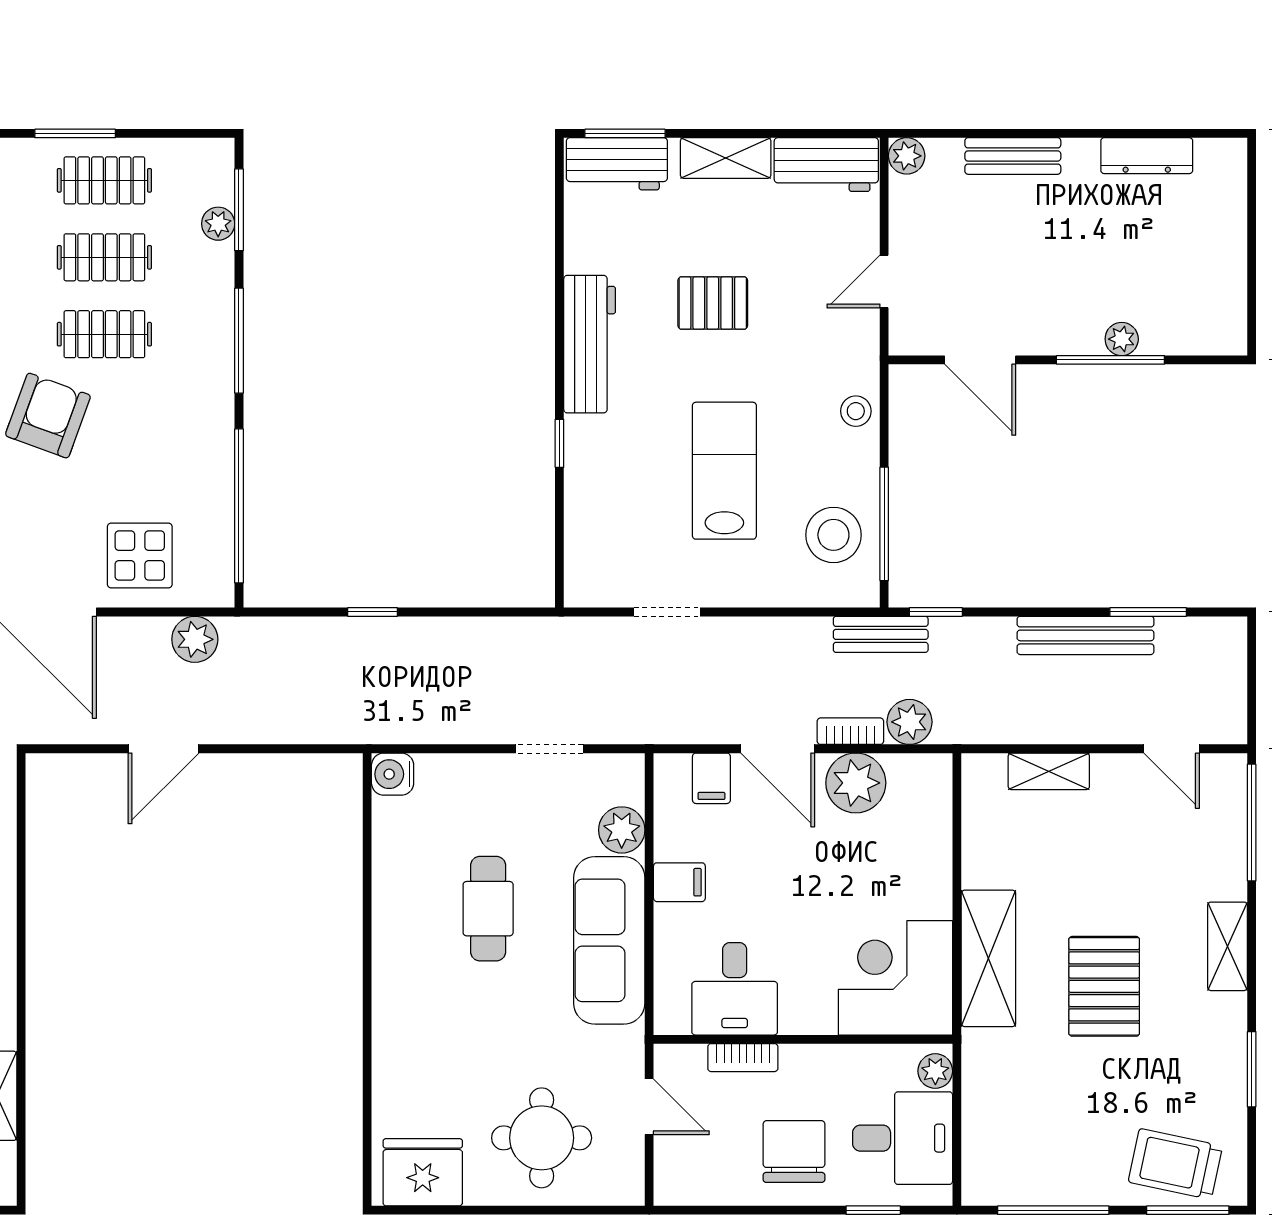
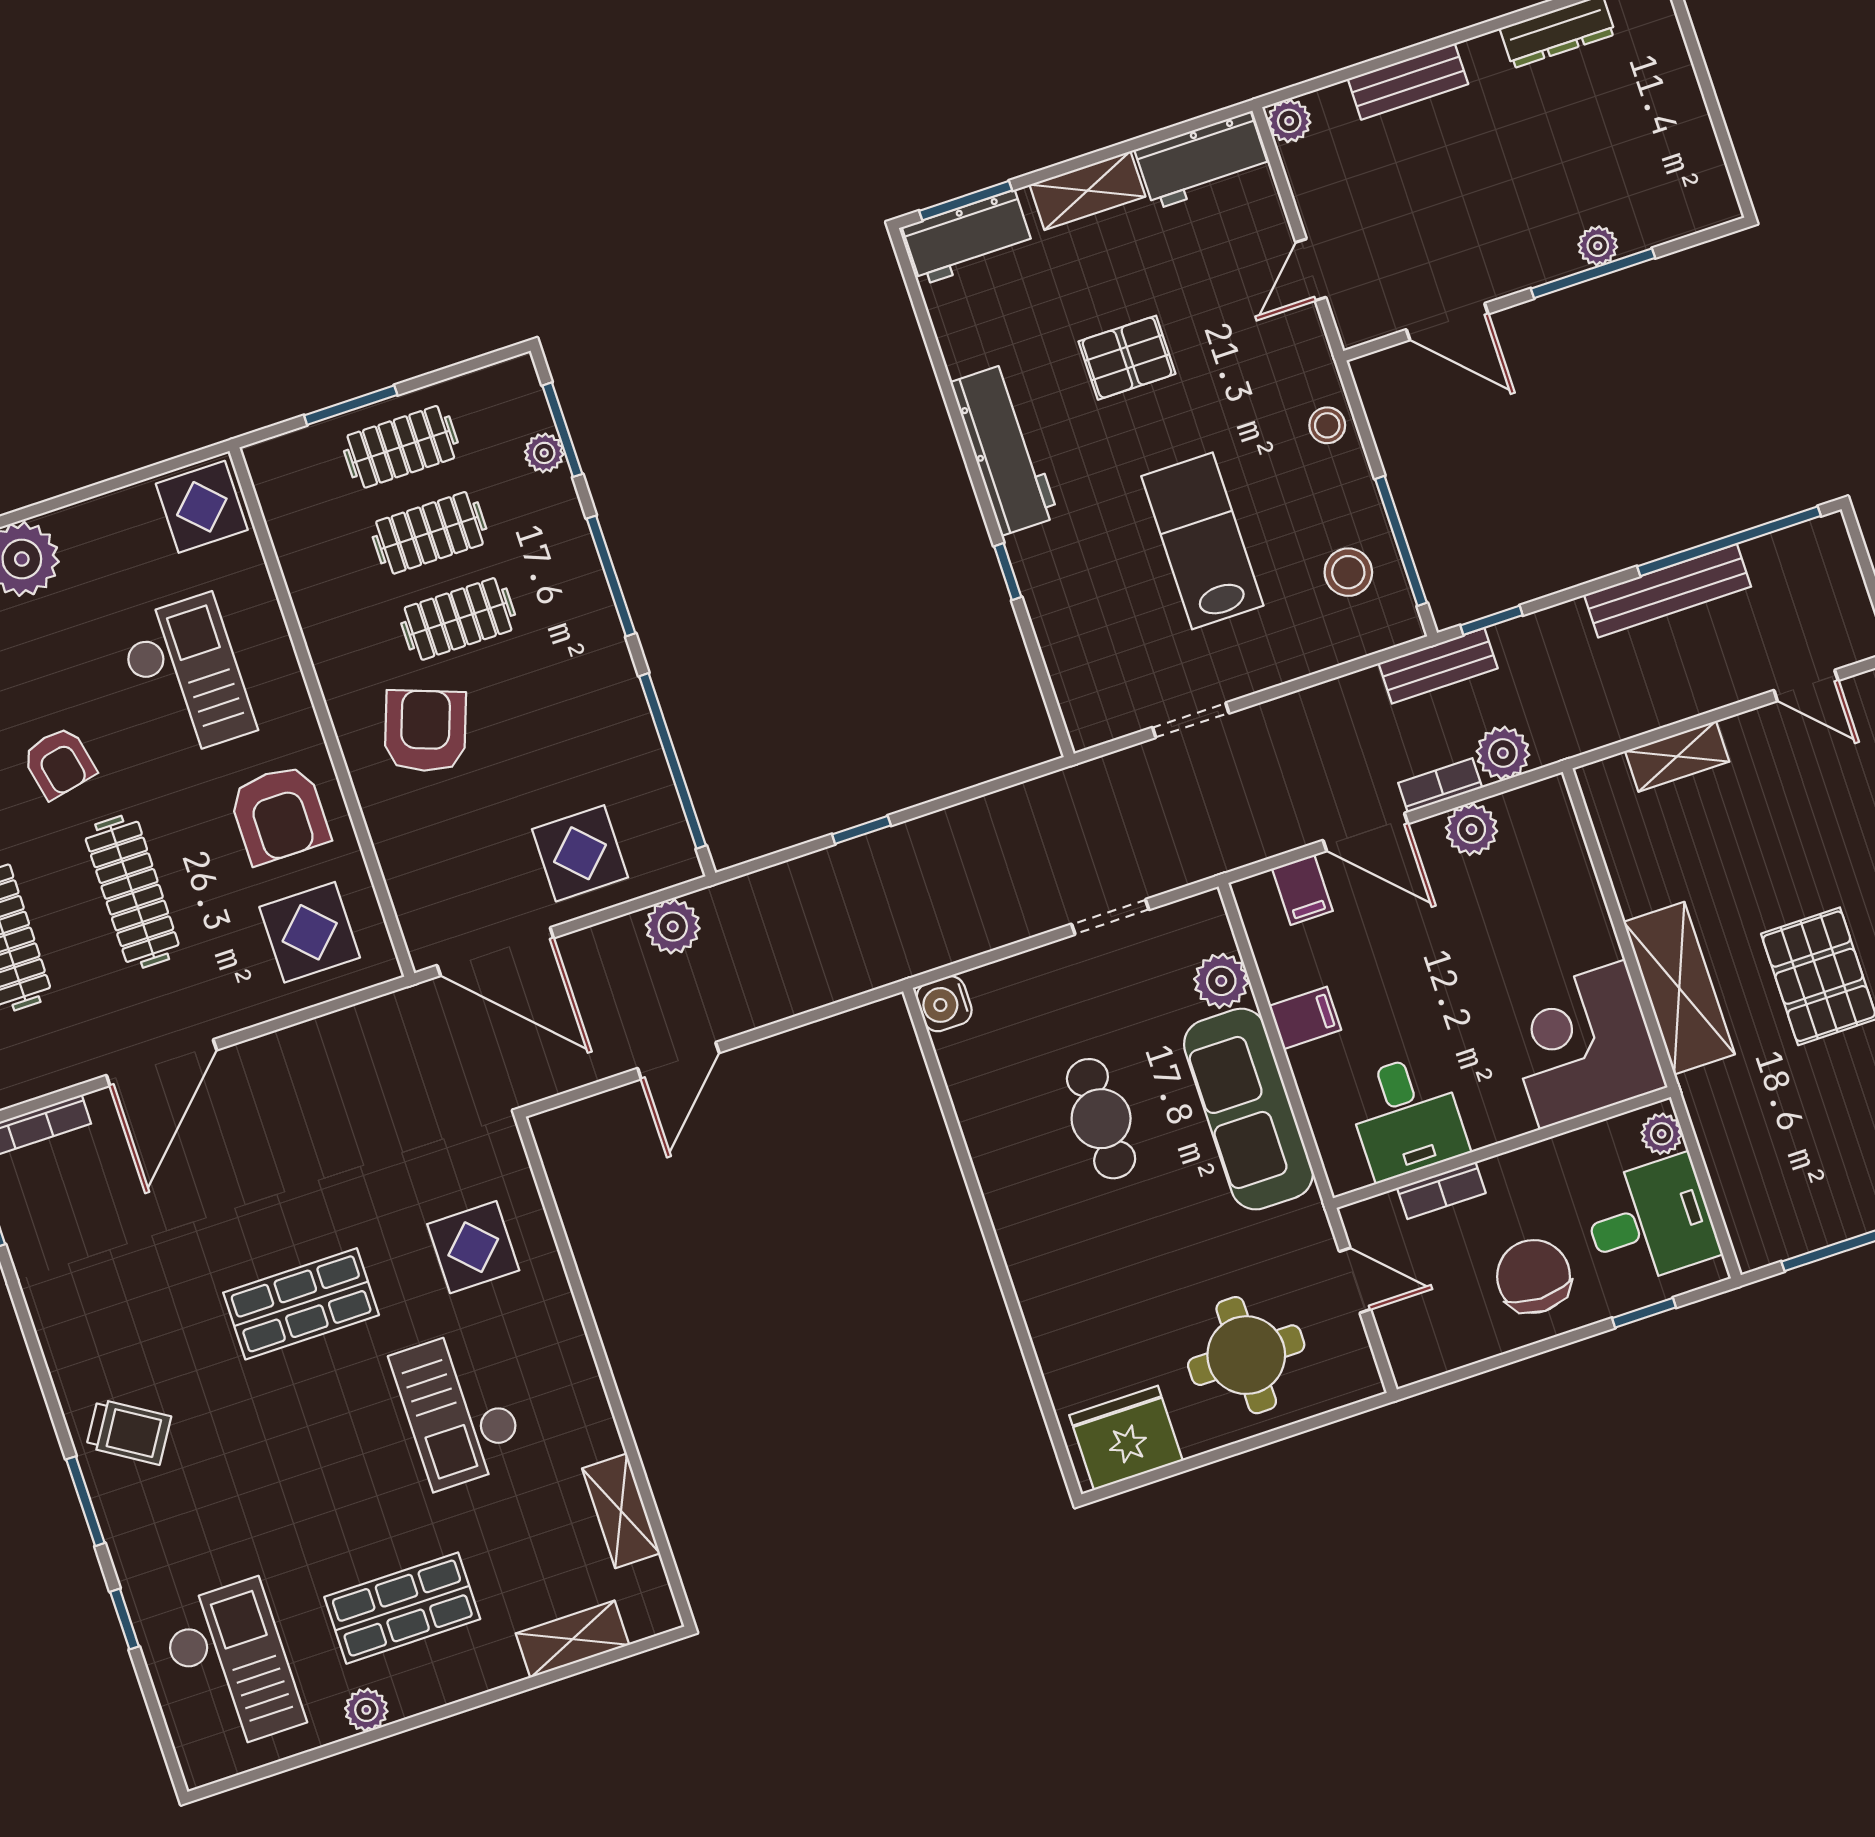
stool: (833, 535) -> (1348, 572), width x0.73, depth x0.73
window: (1148, 612) -> (1729, 541), width x2.11
plant: (856, 783) -> (1472, 829), width x0.73, depth x0.73

